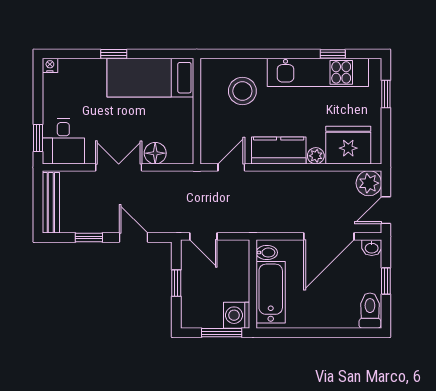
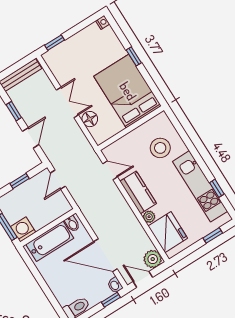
bed: (150, 78) -> (128, 91), width x1.50
desk: (63, 141) -> (62, 59), removed
window: (386, 281) -> (111, 300), moved

